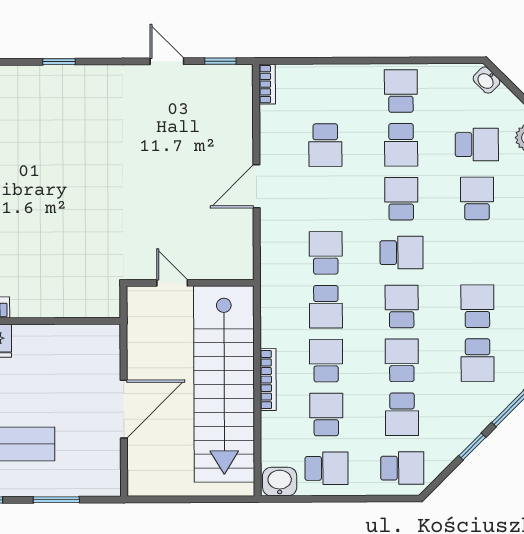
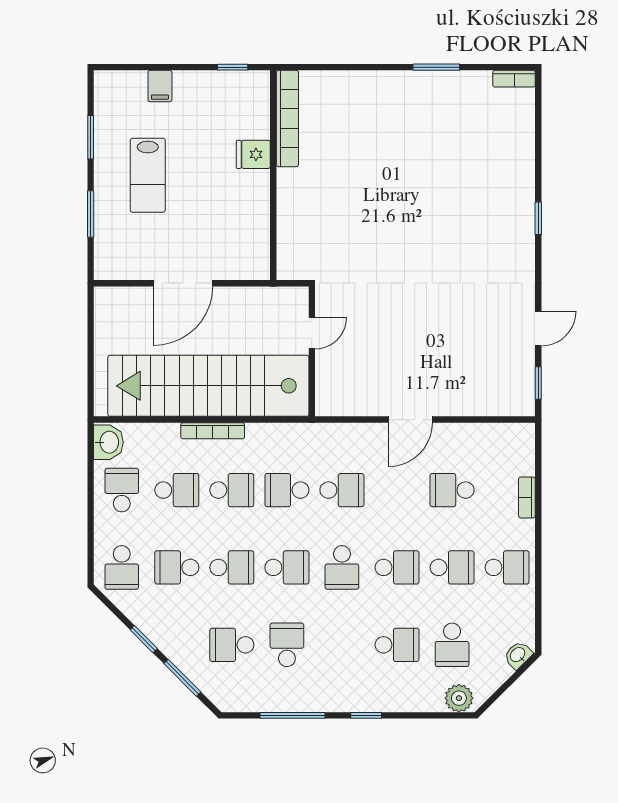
bookcase: (267, 84) -> (527, 498), moved, turned 90
school desk: (401, 145) -> (452, 567), turned 180
door: (256, 186) -> (410, 420), swing flipped
school desk: (477, 306) -> (287, 645), turned -90
door: (124, 409) -> (183, 283), hinge flipped
school desk: (326, 468) -> (122, 490), turned 180

